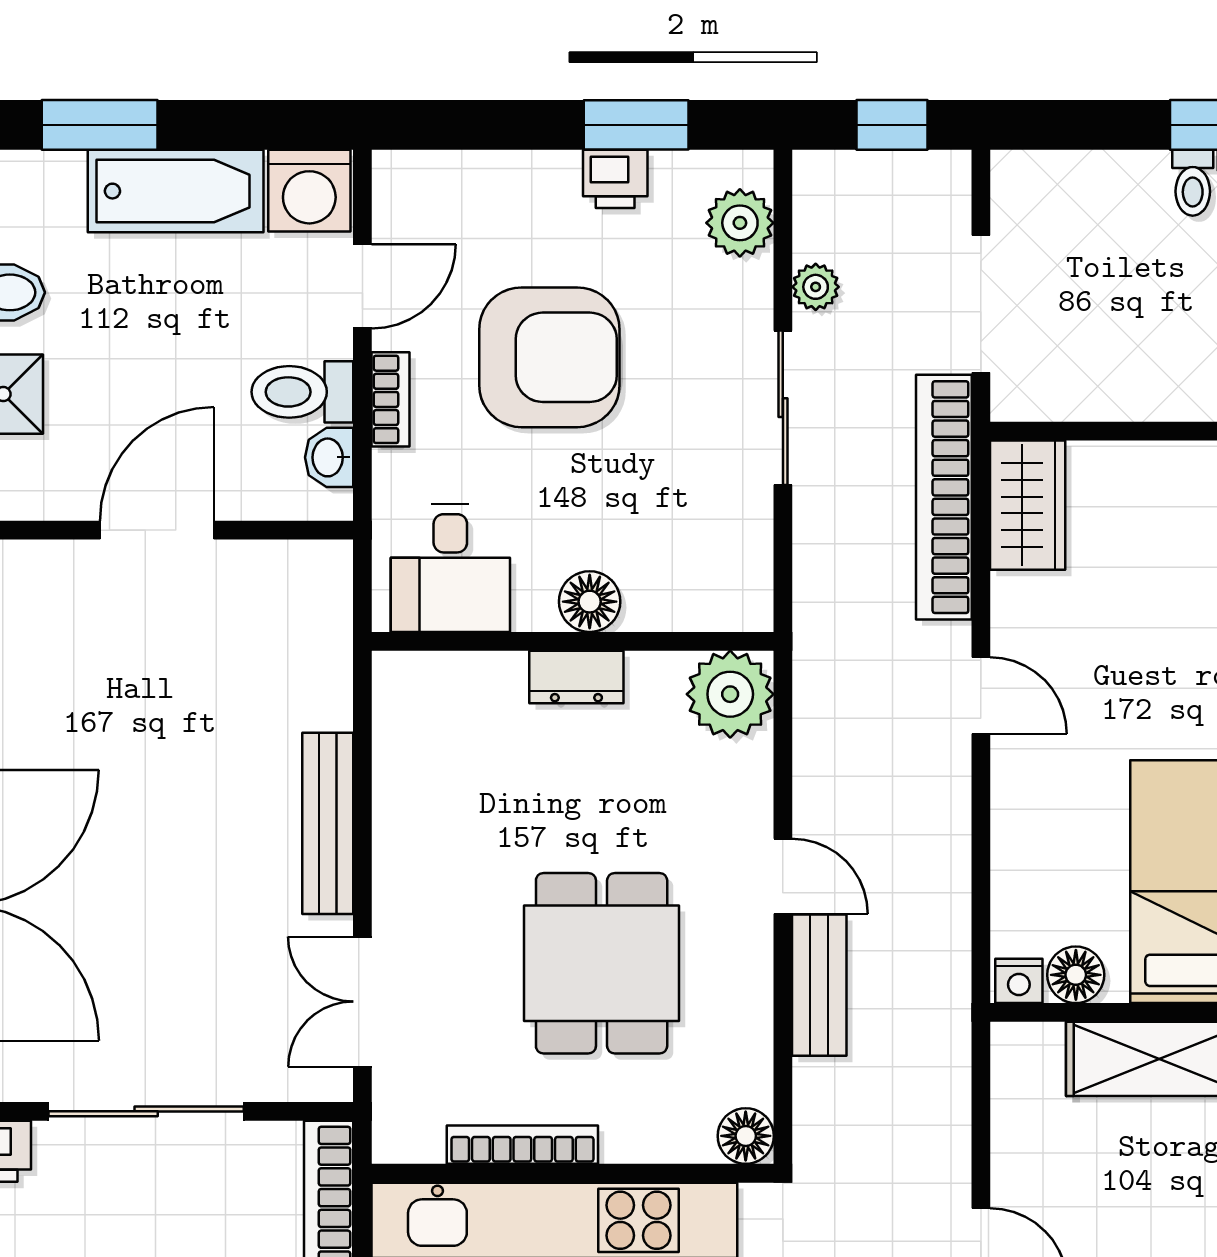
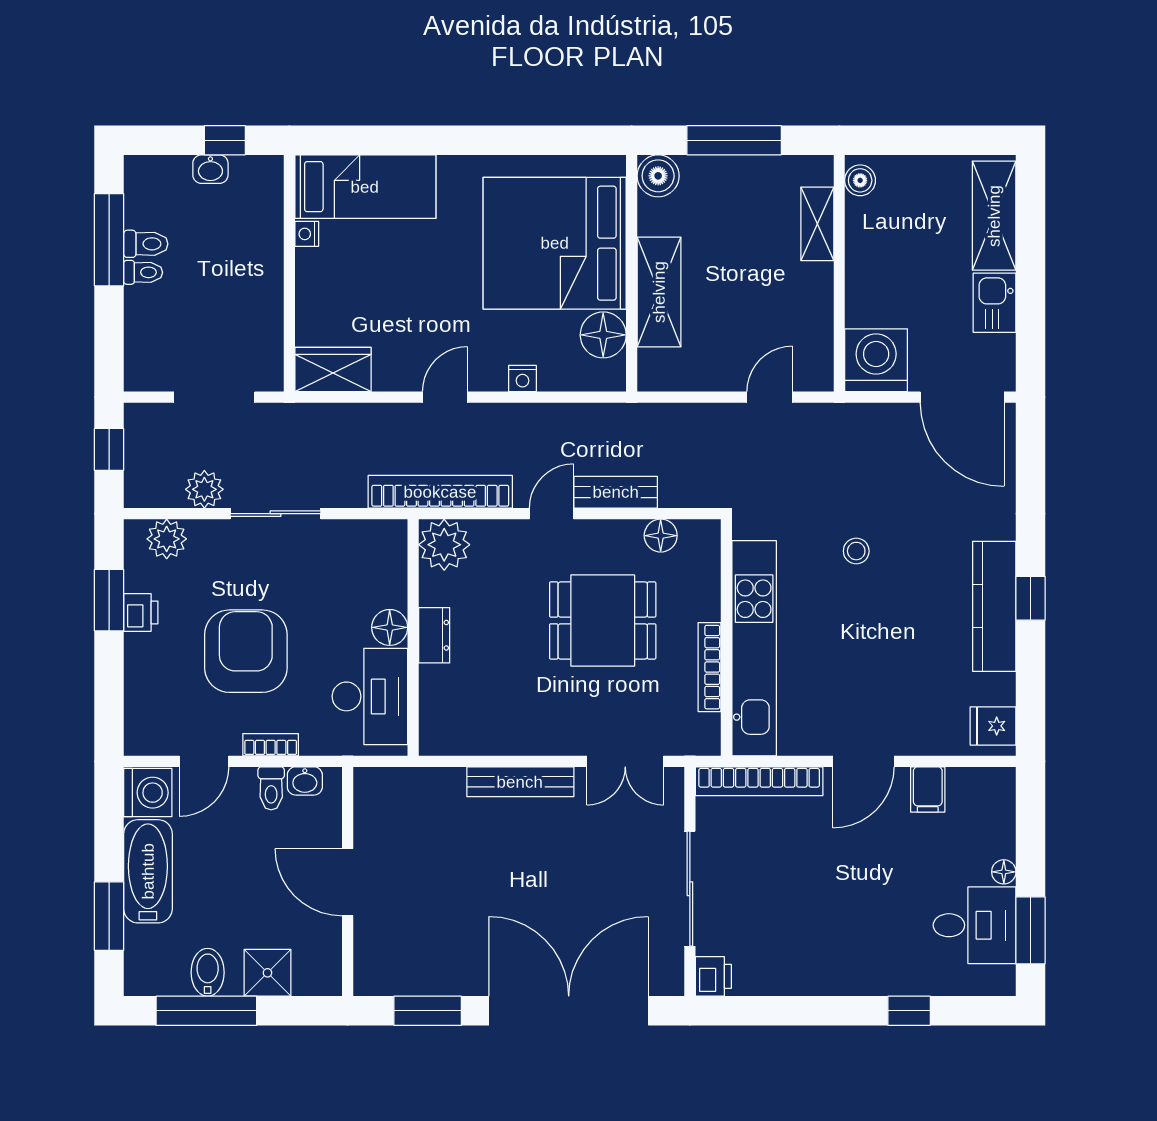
door: (362, 286) -> (204, 761), swing flipped
plant: (816, 287) -> (204, 489), width x1.38, depth x1.38
toilet: (302, 392) -> (271, 788), width x0.73, depth x0.72
bookcase: (944, 497) -> (440, 492), moved, turned 180
desk: (450, 568) -> (370, 696), width x1.37
floor lamp: (1076, 975) -> (603, 335), width x1.38, depth x1.38
nightstand: (1019, 981) -> (522, 379), moved, turned 90
floor lamp: (746, 1136) -> (661, 536), moved

